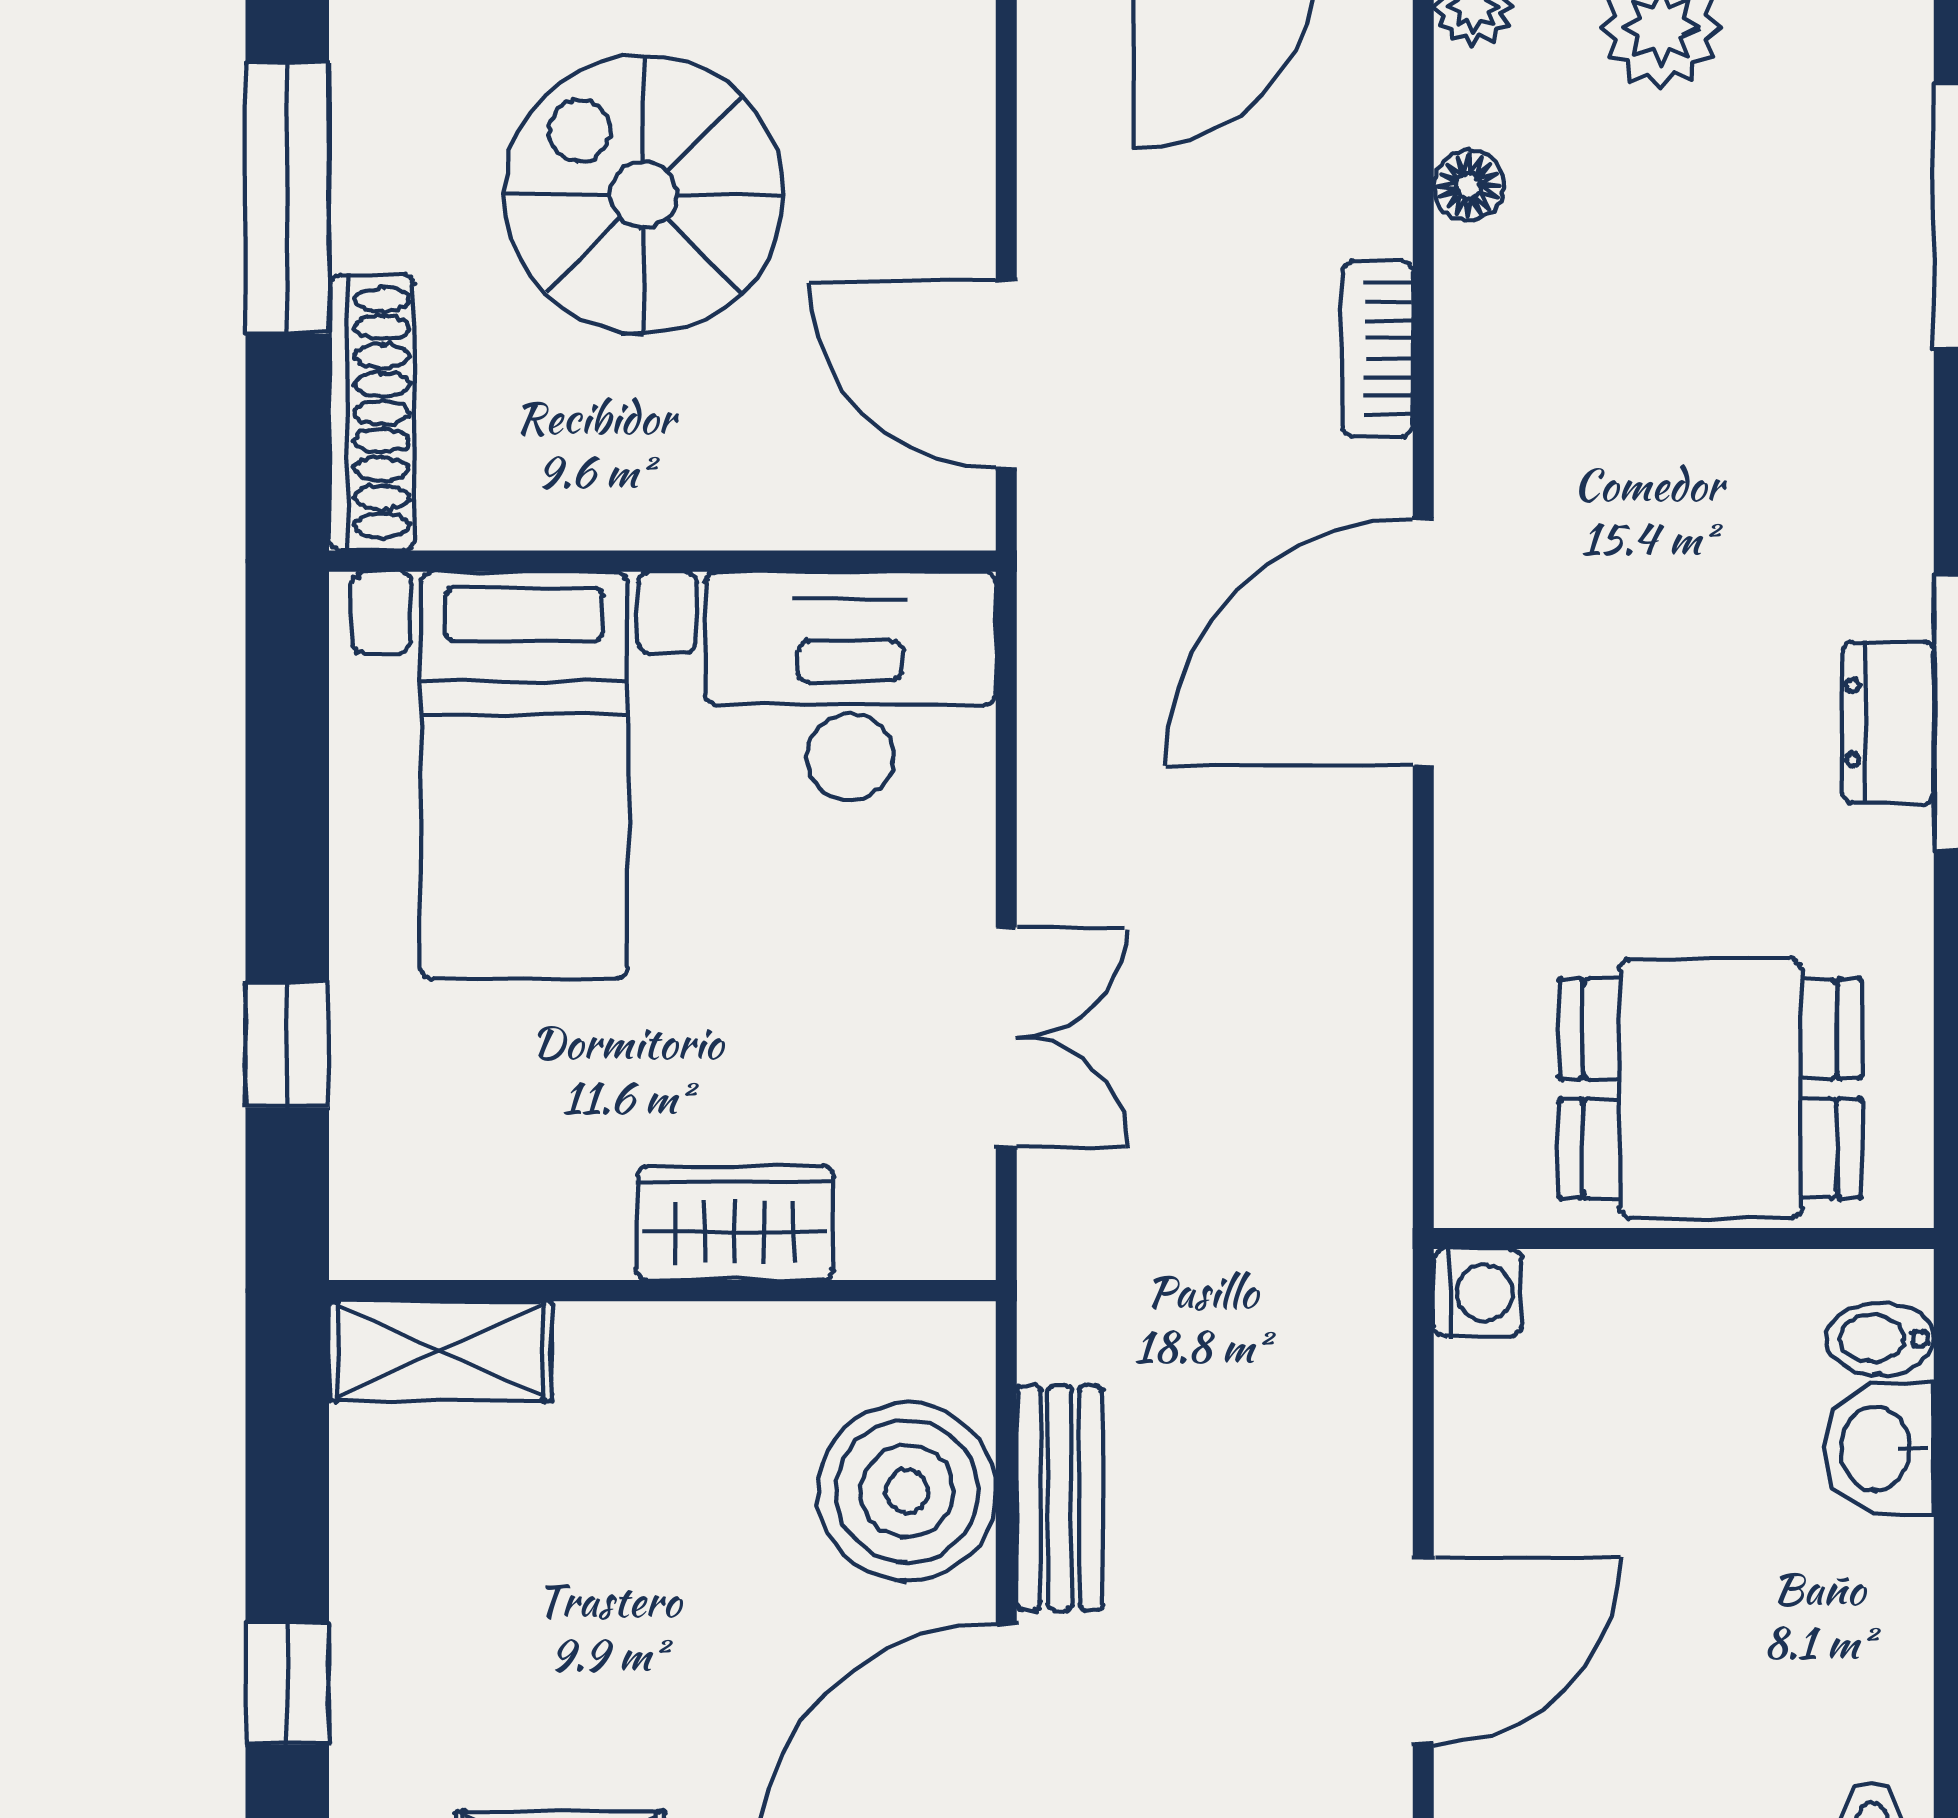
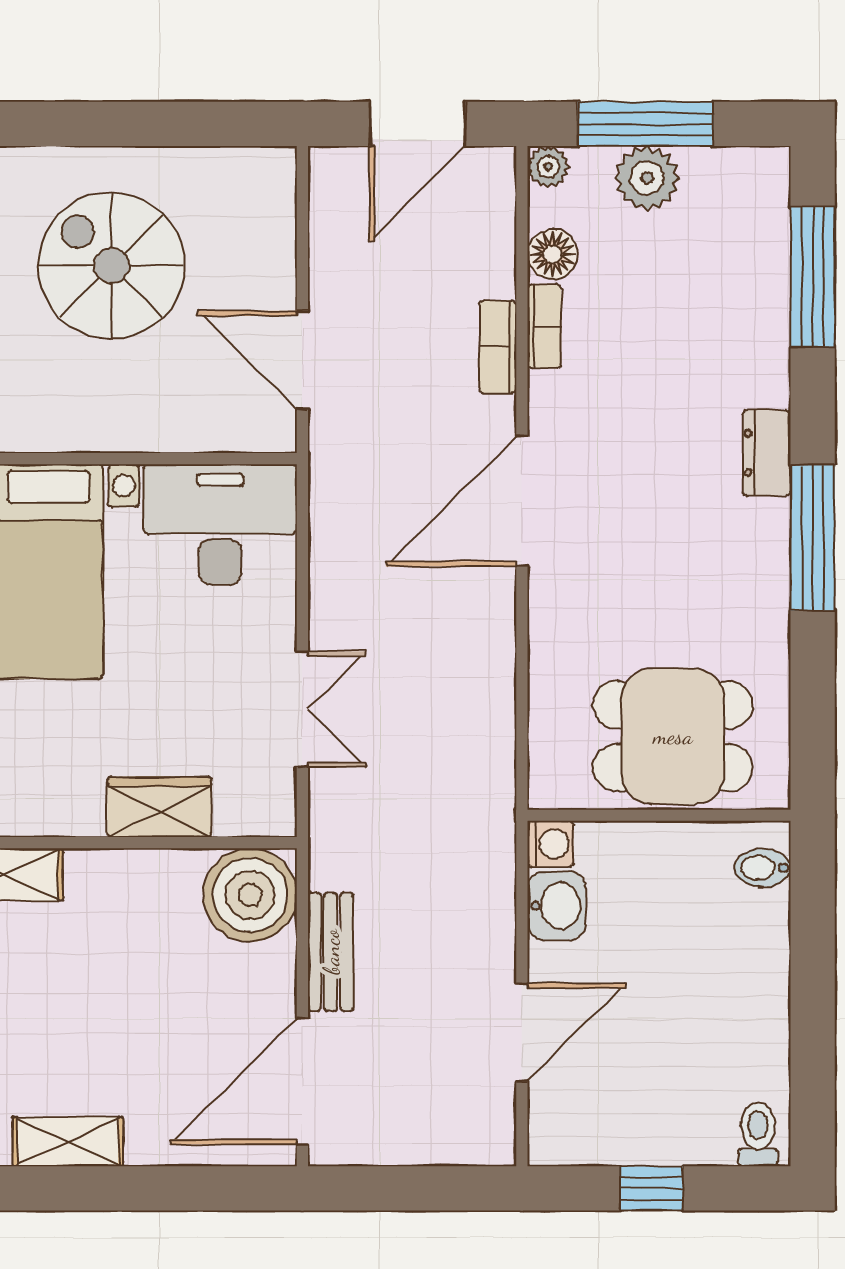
floor lamp: (1469, 186) -> (553, 254), width x1.37, depth x1.37
bookcase: (1466, 309) -> (544, 326), added
dresser: (1888, 722) -> (767, 453), moved
washbasin: (1878, 1449) -> (557, 906), moved, turned 180
boiler: (907, 1491) -> (250, 895), moved

